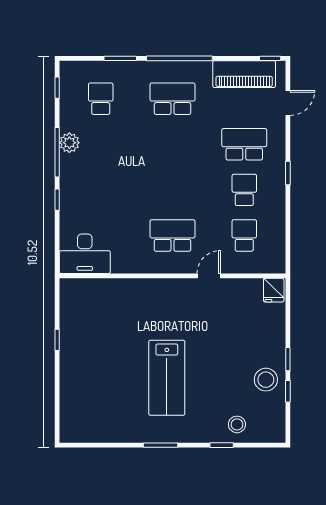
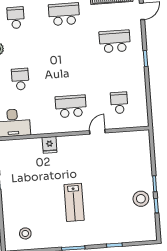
school desk: (244, 190) -> (20, 79), moved
fridge: (274, 290) -> (50, 145), moved
lab bench: (167, 378) -> (74, 202), width x0.73, depth x0.72
stool: (237, 424) -> (25, 233), moved

